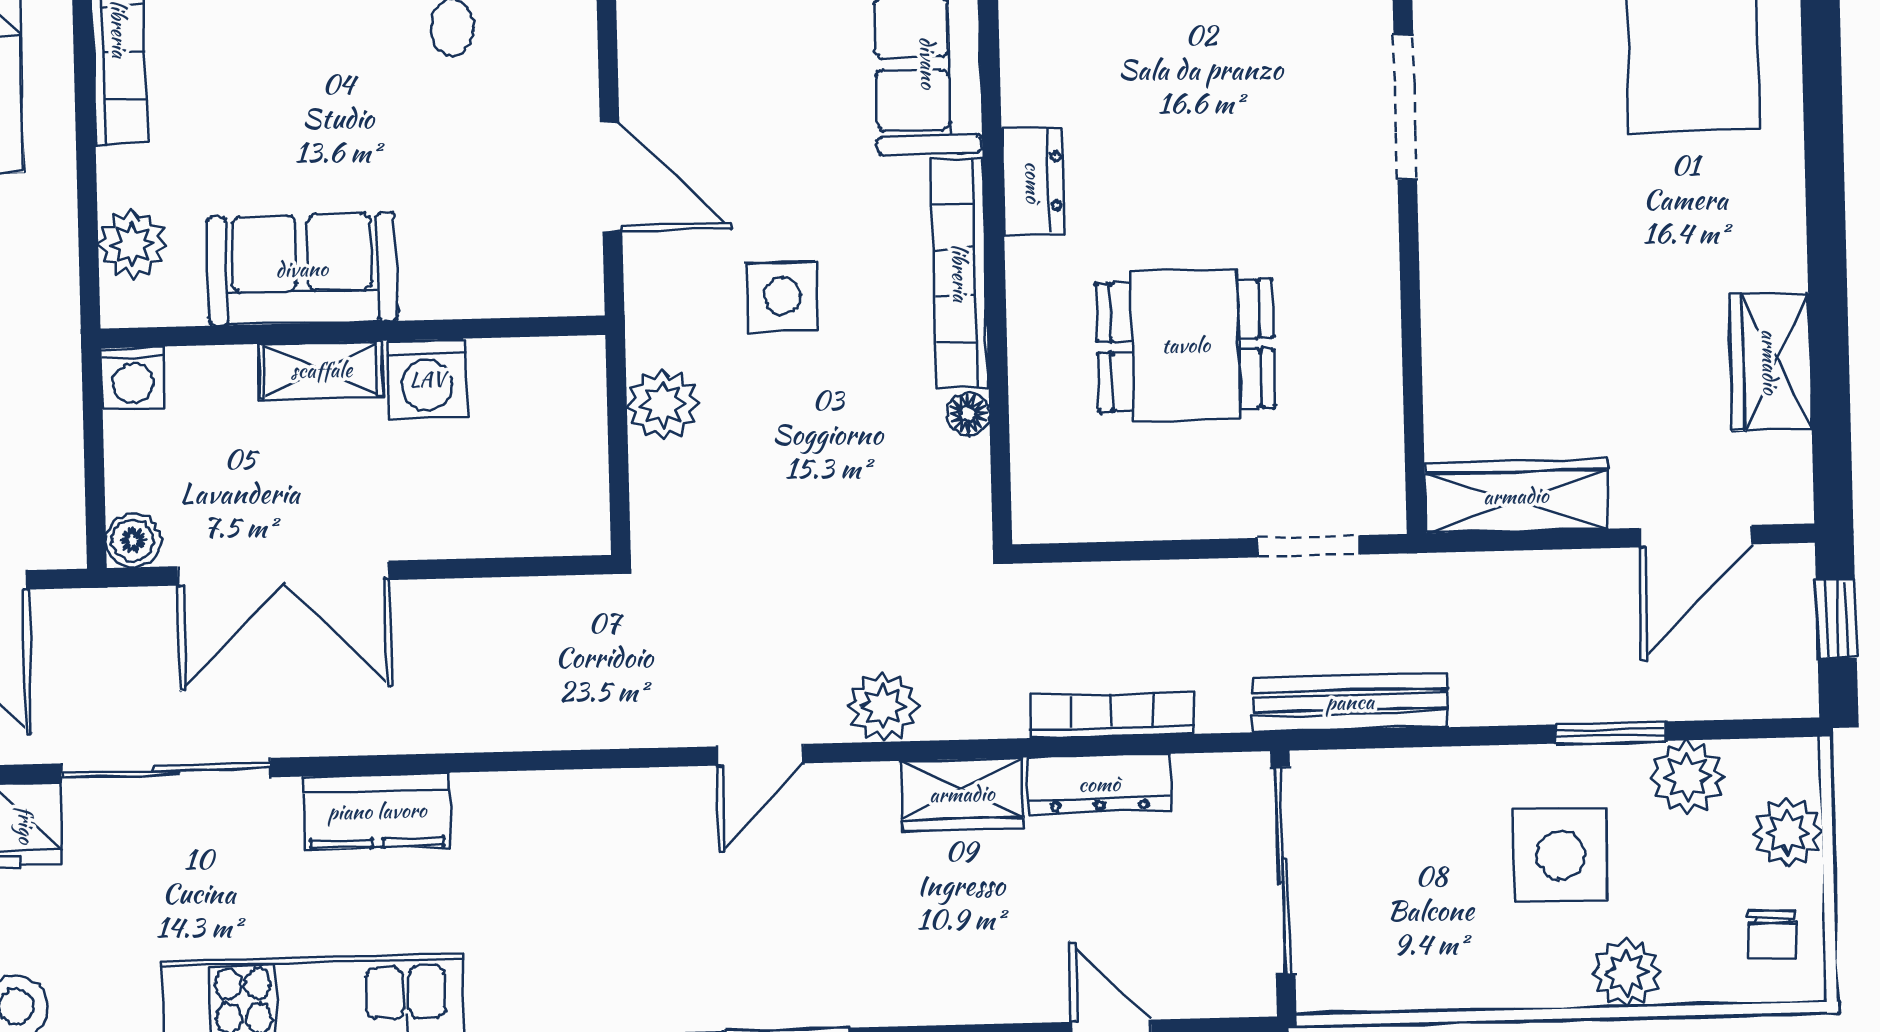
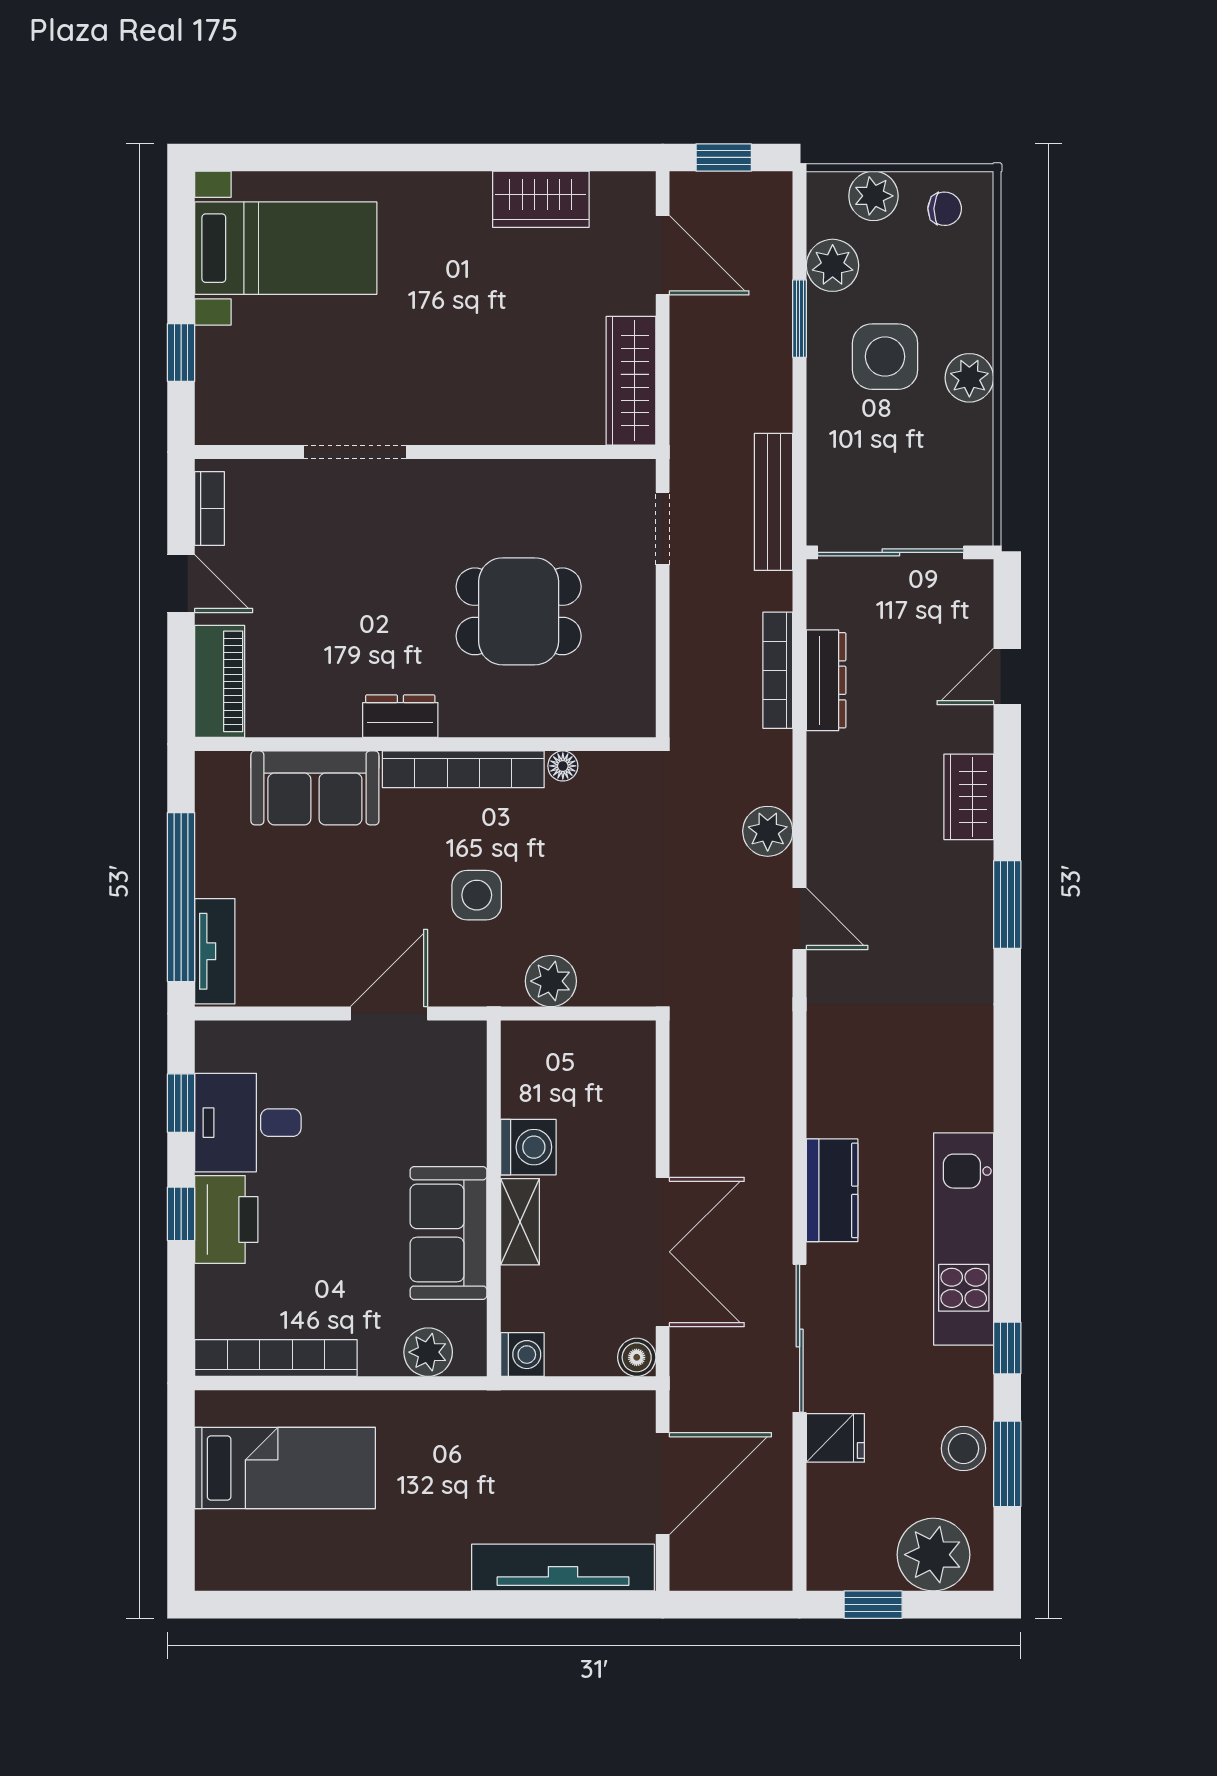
dining table: (1186, 345) -> (519, 611), turned 90
wardrobe: (962, 794) -> (969, 797), moved, turned 180
plant: (1626, 973) -> (969, 378), moved

